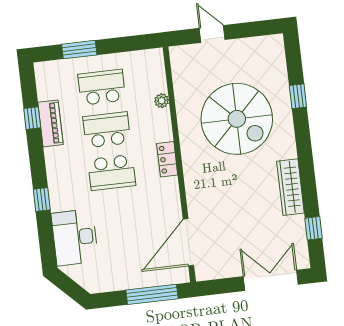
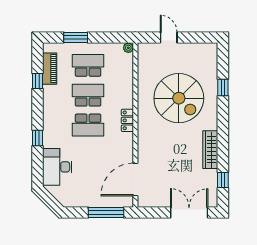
plant: (162, 101) -> (128, 48), moved
piano: (50, 123) -> (50, 69), moved

